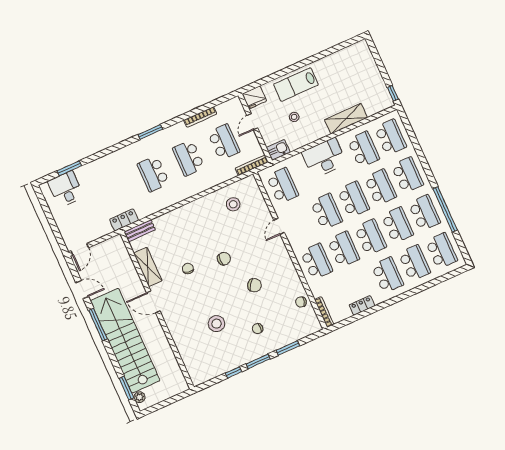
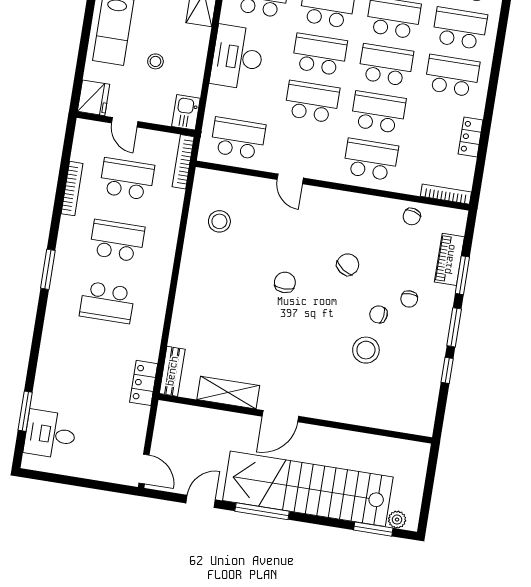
school desk: (189, 158) -> (117, 241), turned 180
chair: (188, 269) -> (379, 314), moved
piano: (292, 336) -> (449, 259), added

